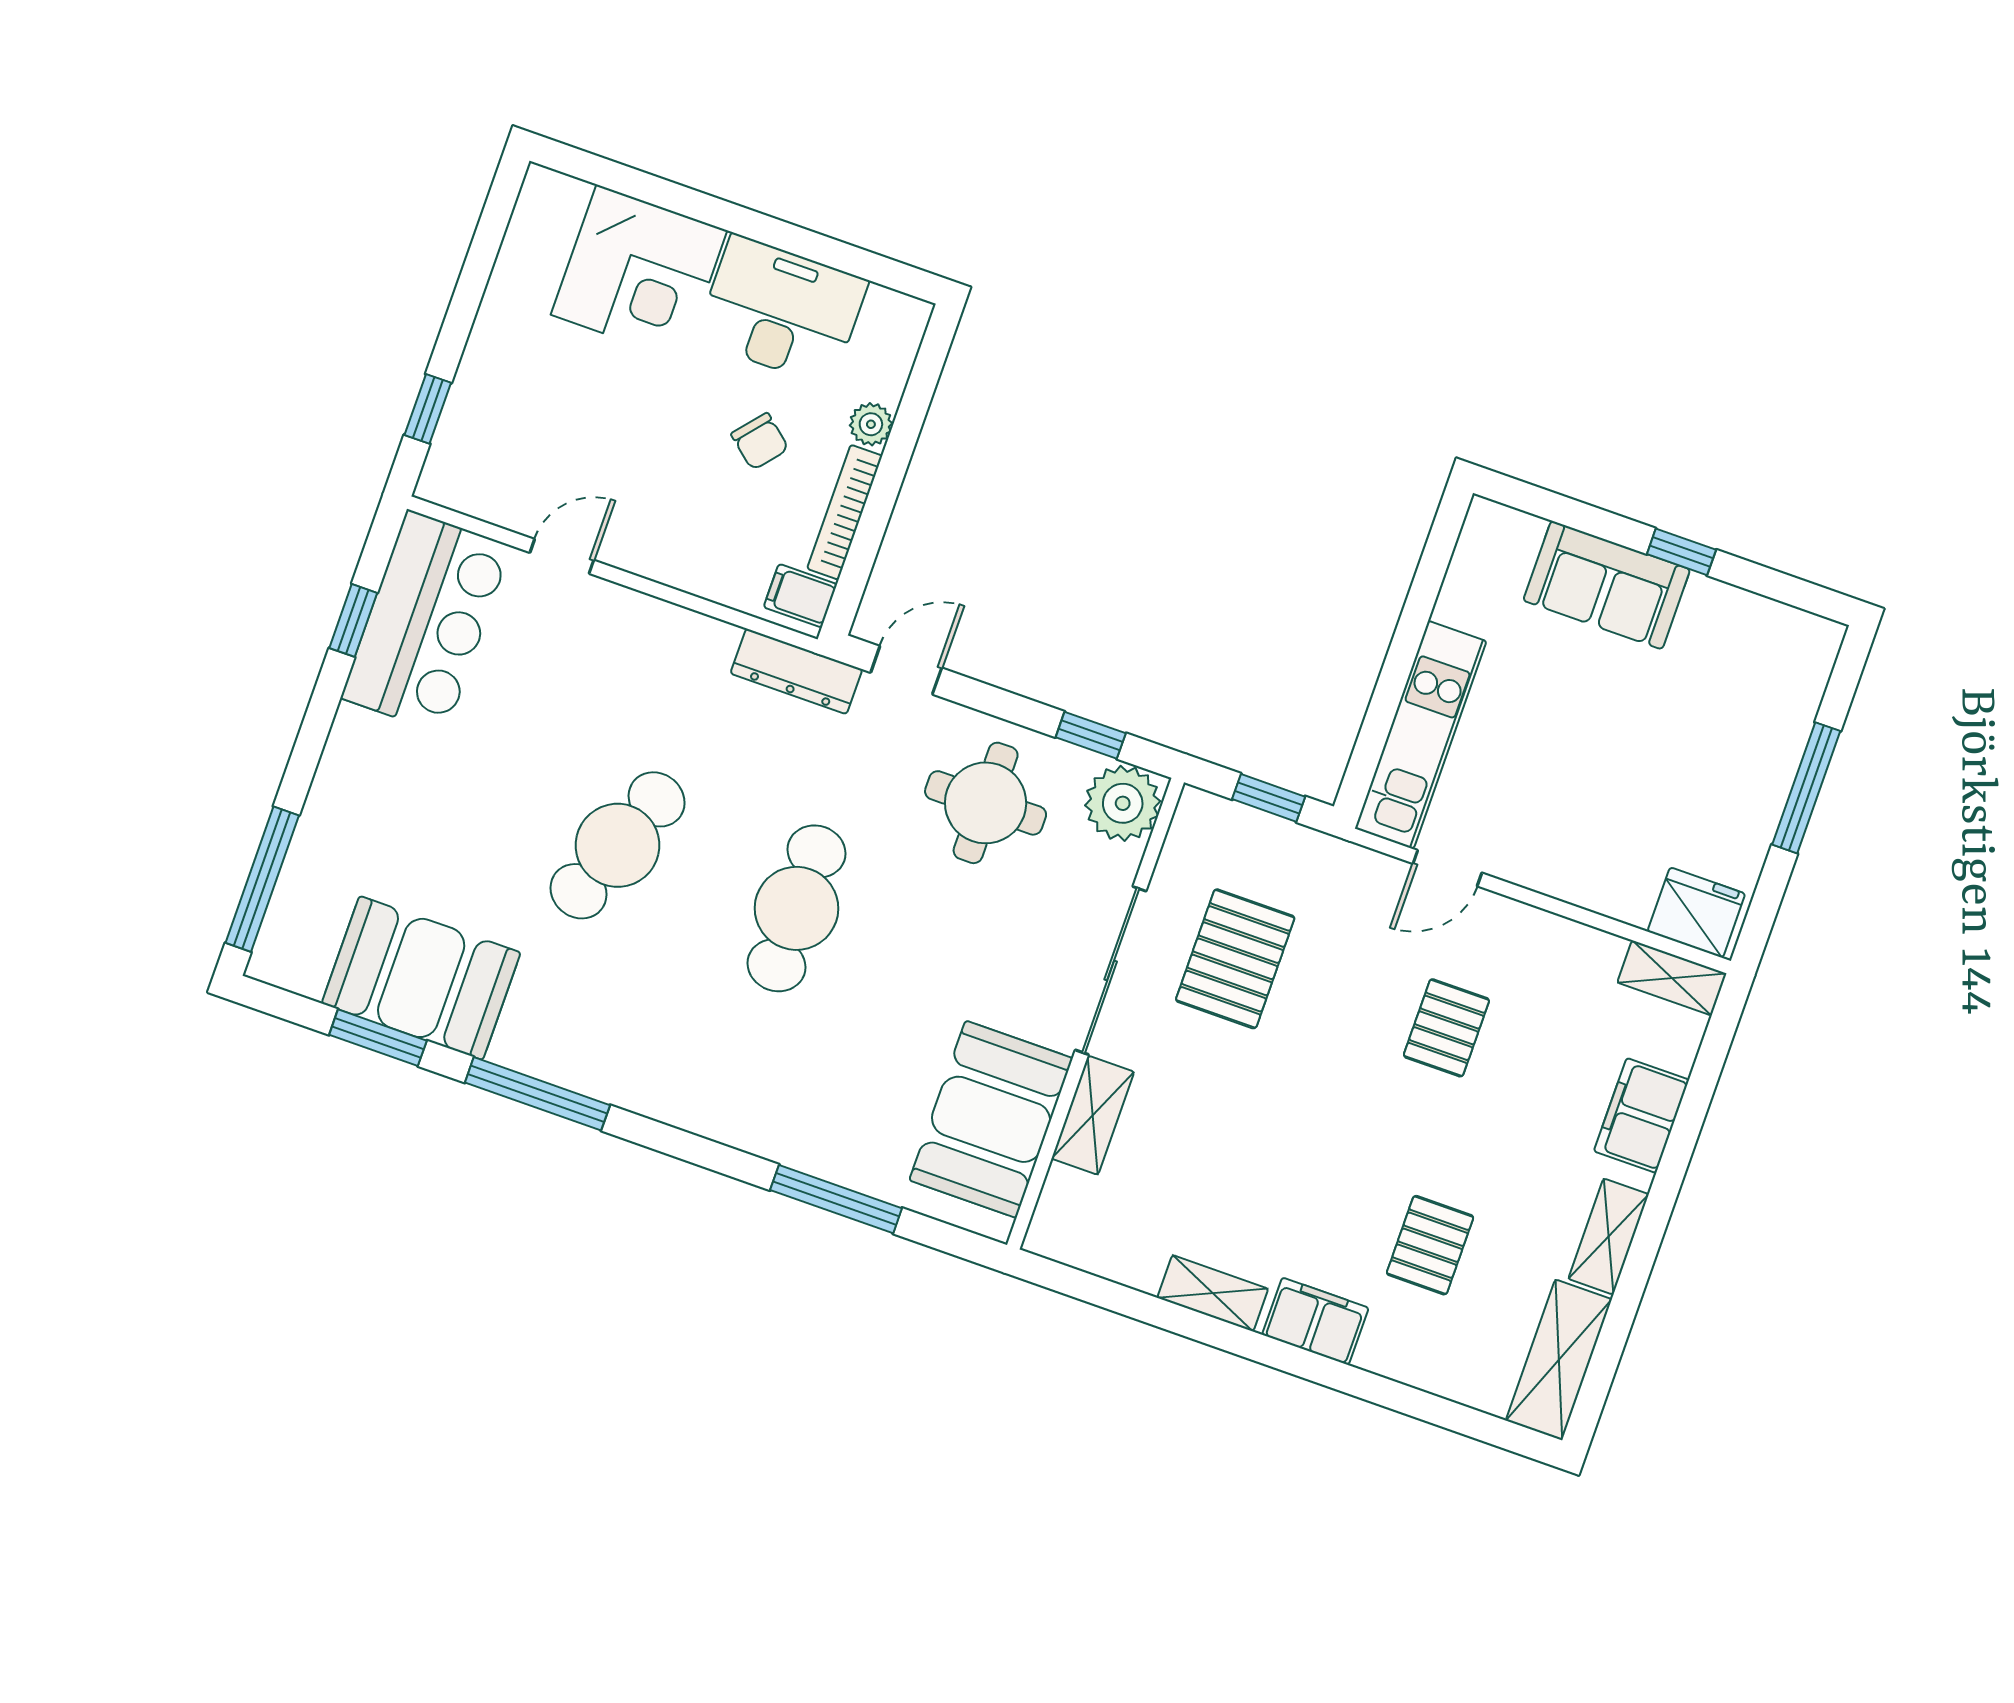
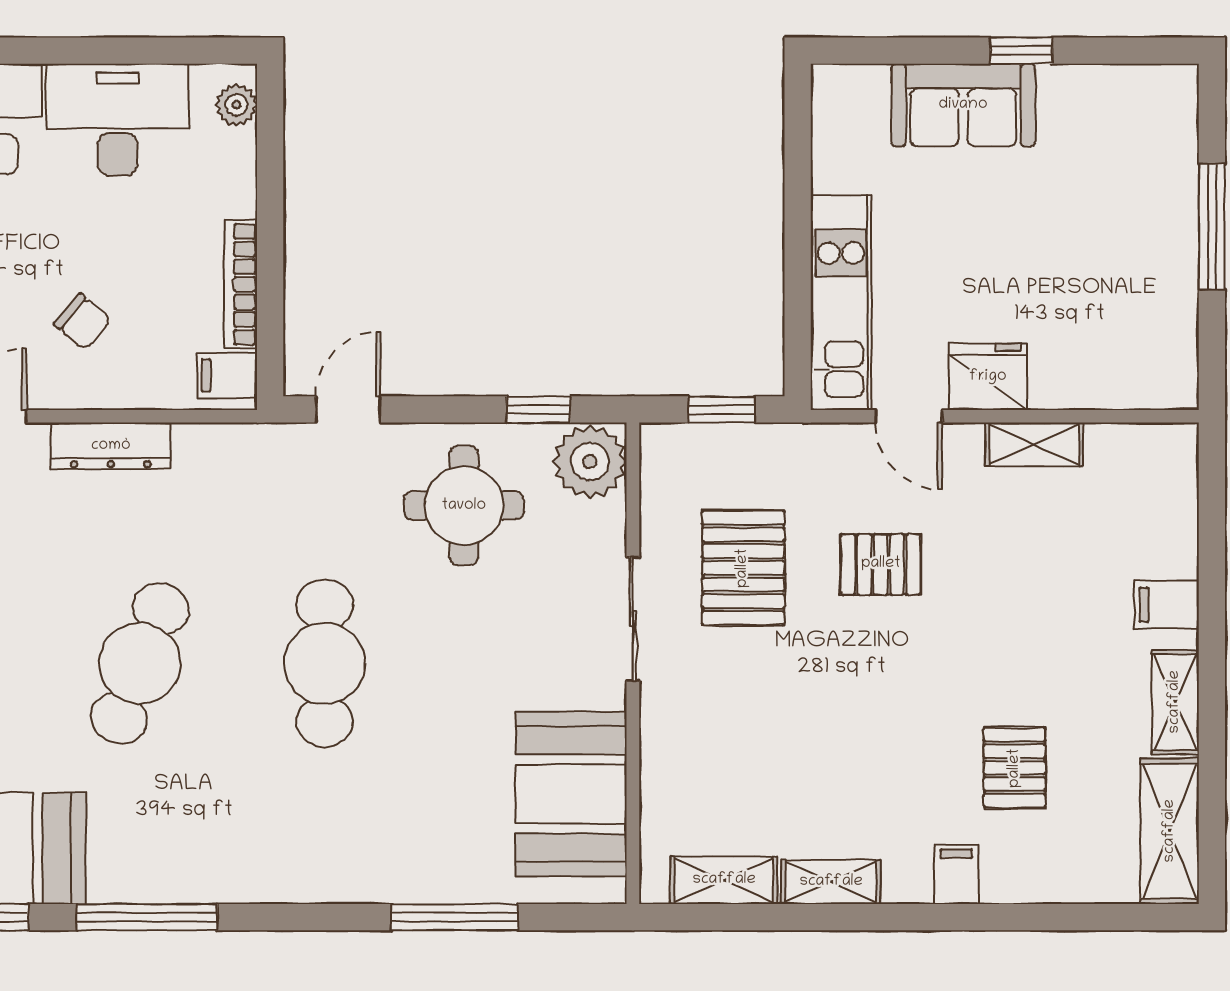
plant: (871, 424) -> (236, 105), moved
chair: (760, 441) -> (83, 322), moved
dresser: (796, 671) -> (111, 446), moved
door: (1447, 868) -> (909, 416), hinge flipped
fridge: (1696, 913) -> (988, 377), moved
sliding door: (1111, 970) -> (633, 619), width x0.73
shelving: (1672, 978) -> (1034, 444), moved
pallet: (1446, 1028) -> (881, 564), moved, turned 90
shelving: (1093, 1115) -> (724, 880), moved, turned 90
filing cabinet: (1641, 1115) -> (1167, 605), width x0.50
filing cabinet: (1315, 1321) -> (956, 874), width x0.50

